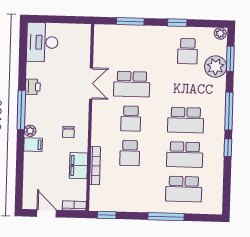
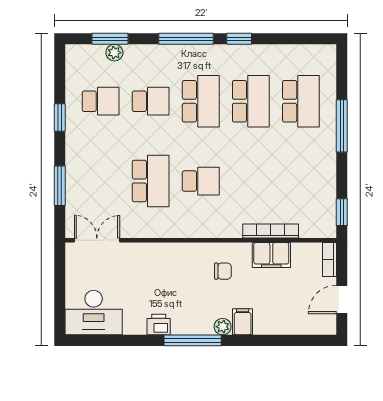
plant: (220, 33) -> (74, 54), removed
plant: (216, 67) -> (114, 53), width x0.53, depth x0.53
double door: (91, 83) -> (97, 240), moved
school desk: (130, 153) -> (151, 101), moved

